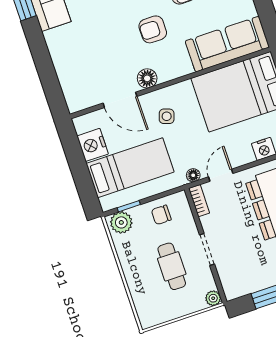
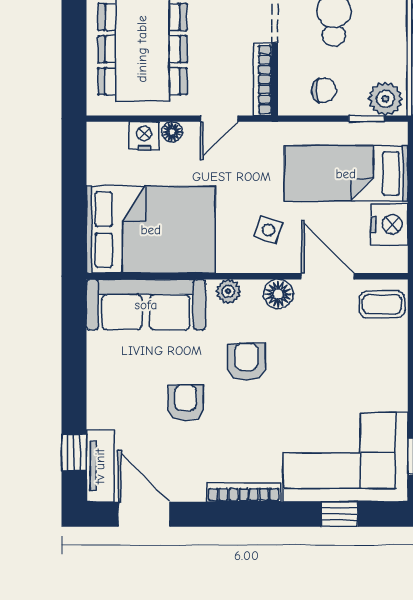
armchair: (153, 29) -> (246, 362), turned -90
plant: (179, 70) -> (228, 291), added
coffee table: (80, 94) -> (382, 304), added
floor lamp: (193, 175) -> (172, 132), moved
bookcase: (199, 201) -> (263, 79), width x1.56

